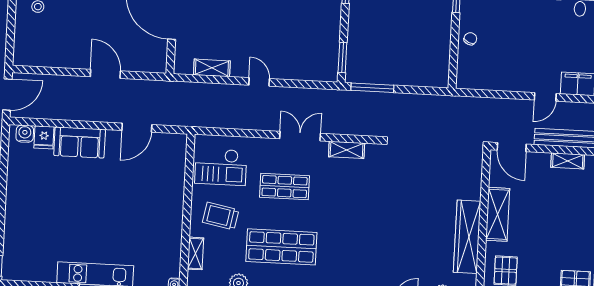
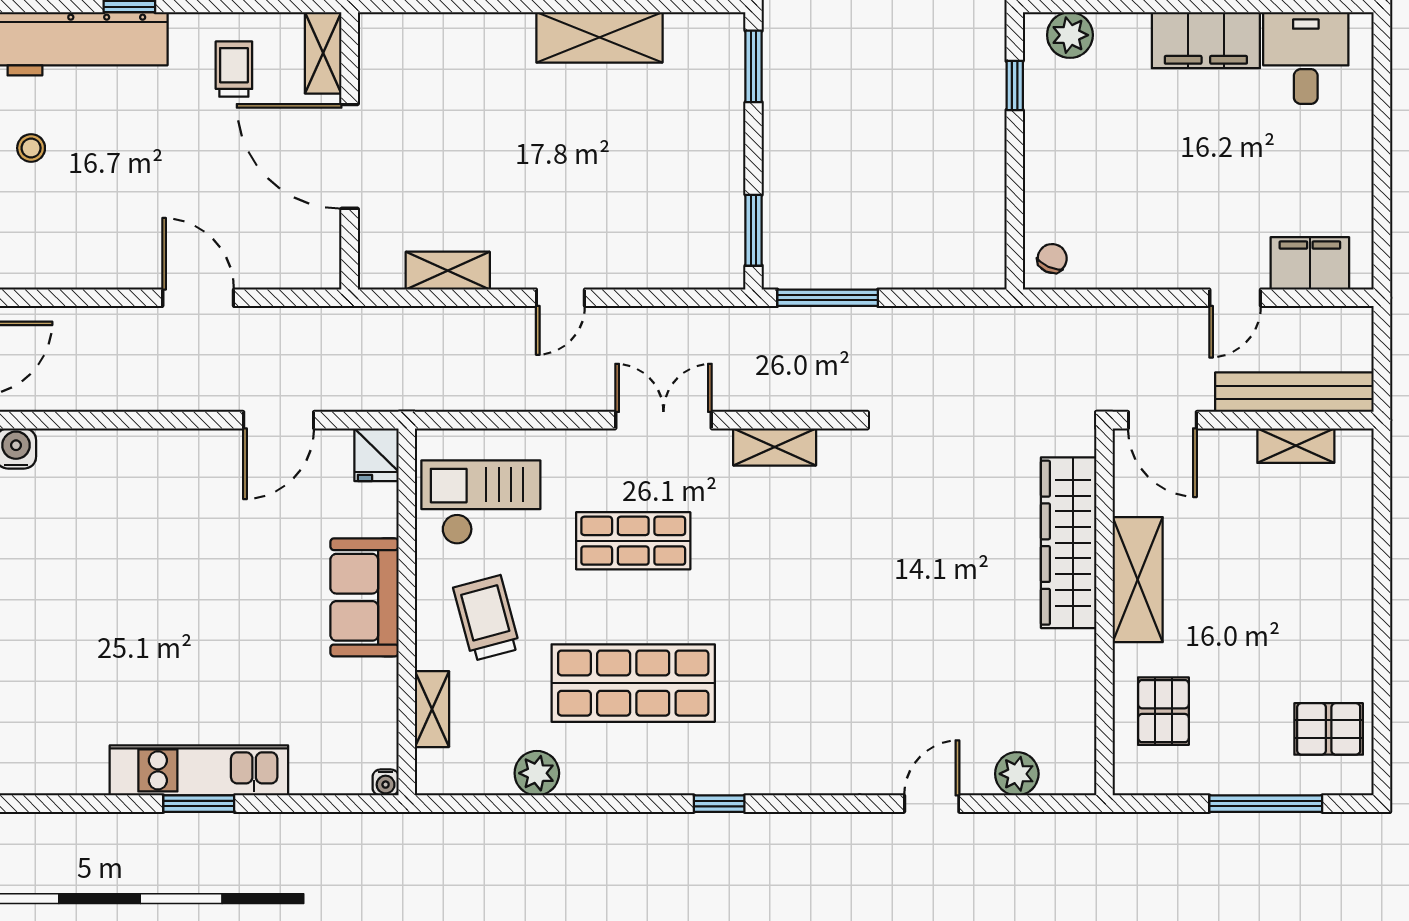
chair: (470, 39) -> (1052, 258), moved
door: (259, 82) -> (560, 298), swing flipped
fridge: (44, 137) -> (376, 455), moved
sofa: (80, 142) -> (365, 597), moved, turned 90
checkout: (221, 167) -> (481, 502), turned 180
trolley: (221, 216) -> (487, 618), turned 64
wardrobe: (467, 237) -> (1069, 543), moved

